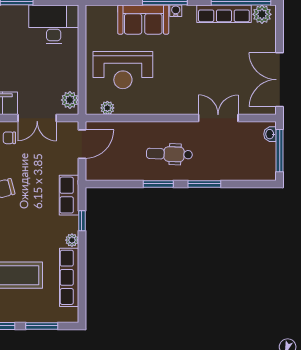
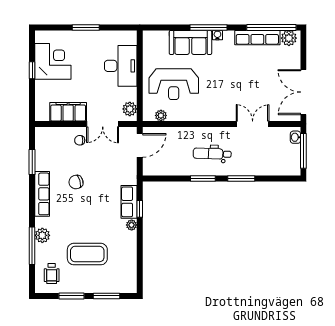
desk: (54, 24) -> (121, 66), moved, turned 90
row of seats: (69, 195) -> (129, 202), moved
row of seats: (69, 277) -> (129, 256), removed

